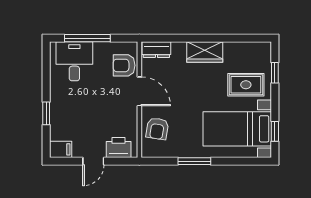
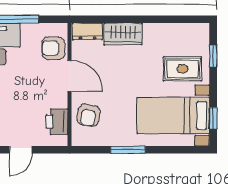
wardrobe: (205, 52) -> (123, 34), moved
printer: (119, 147) -> (57, 122), moved, turned -90

